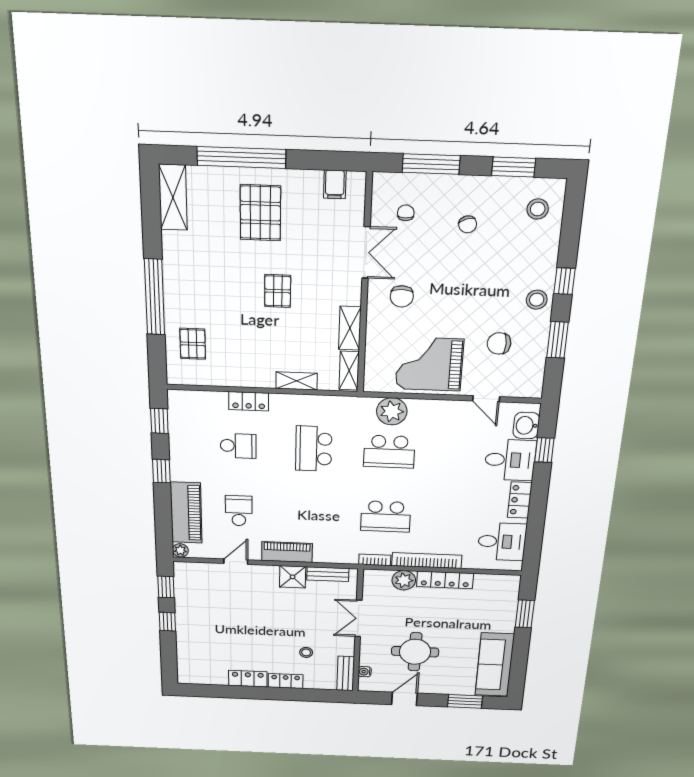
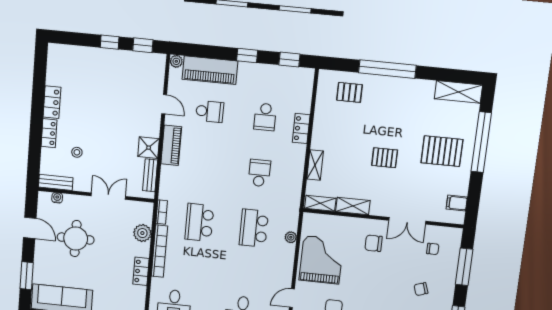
plant: (392, 411) -> (291, 237), width x0.53, depth x0.53
school desk: (314, 449) -> (259, 173), width x0.54
locker: (445, 580) -> (141, 271), width x0.66

